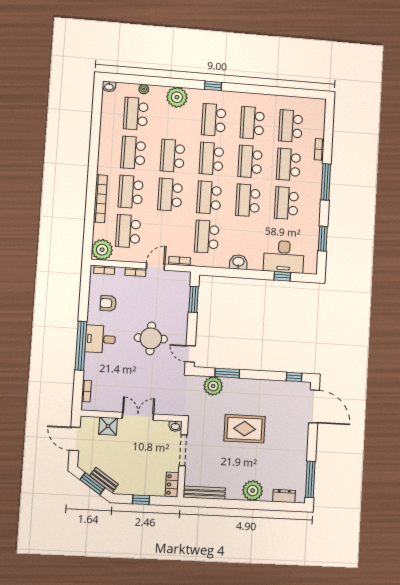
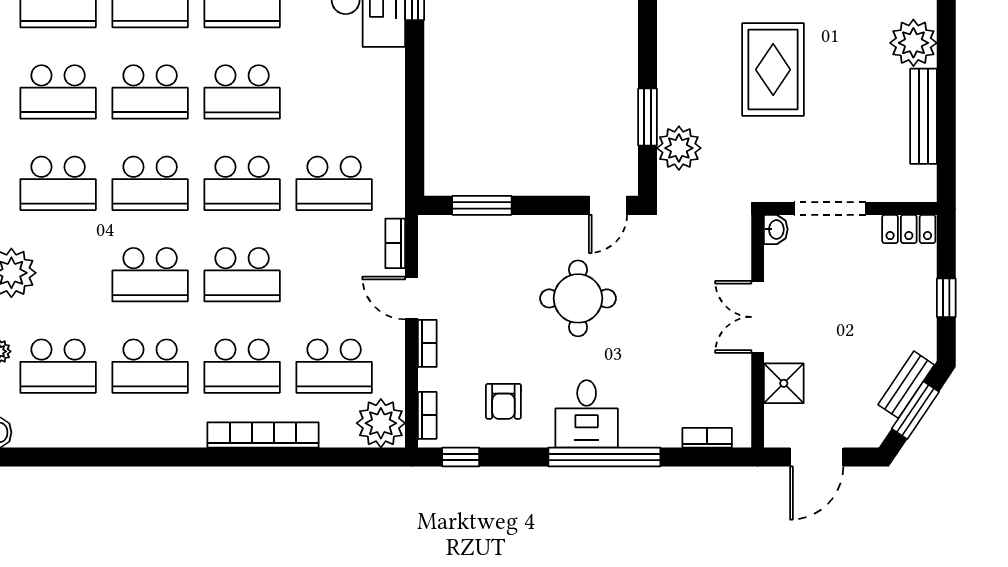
washbasin: (238, 262) -> (388, 106), removed
window: (85, 283) -> (461, 457), added
bench: (204, 493) -> (924, 116), moved

